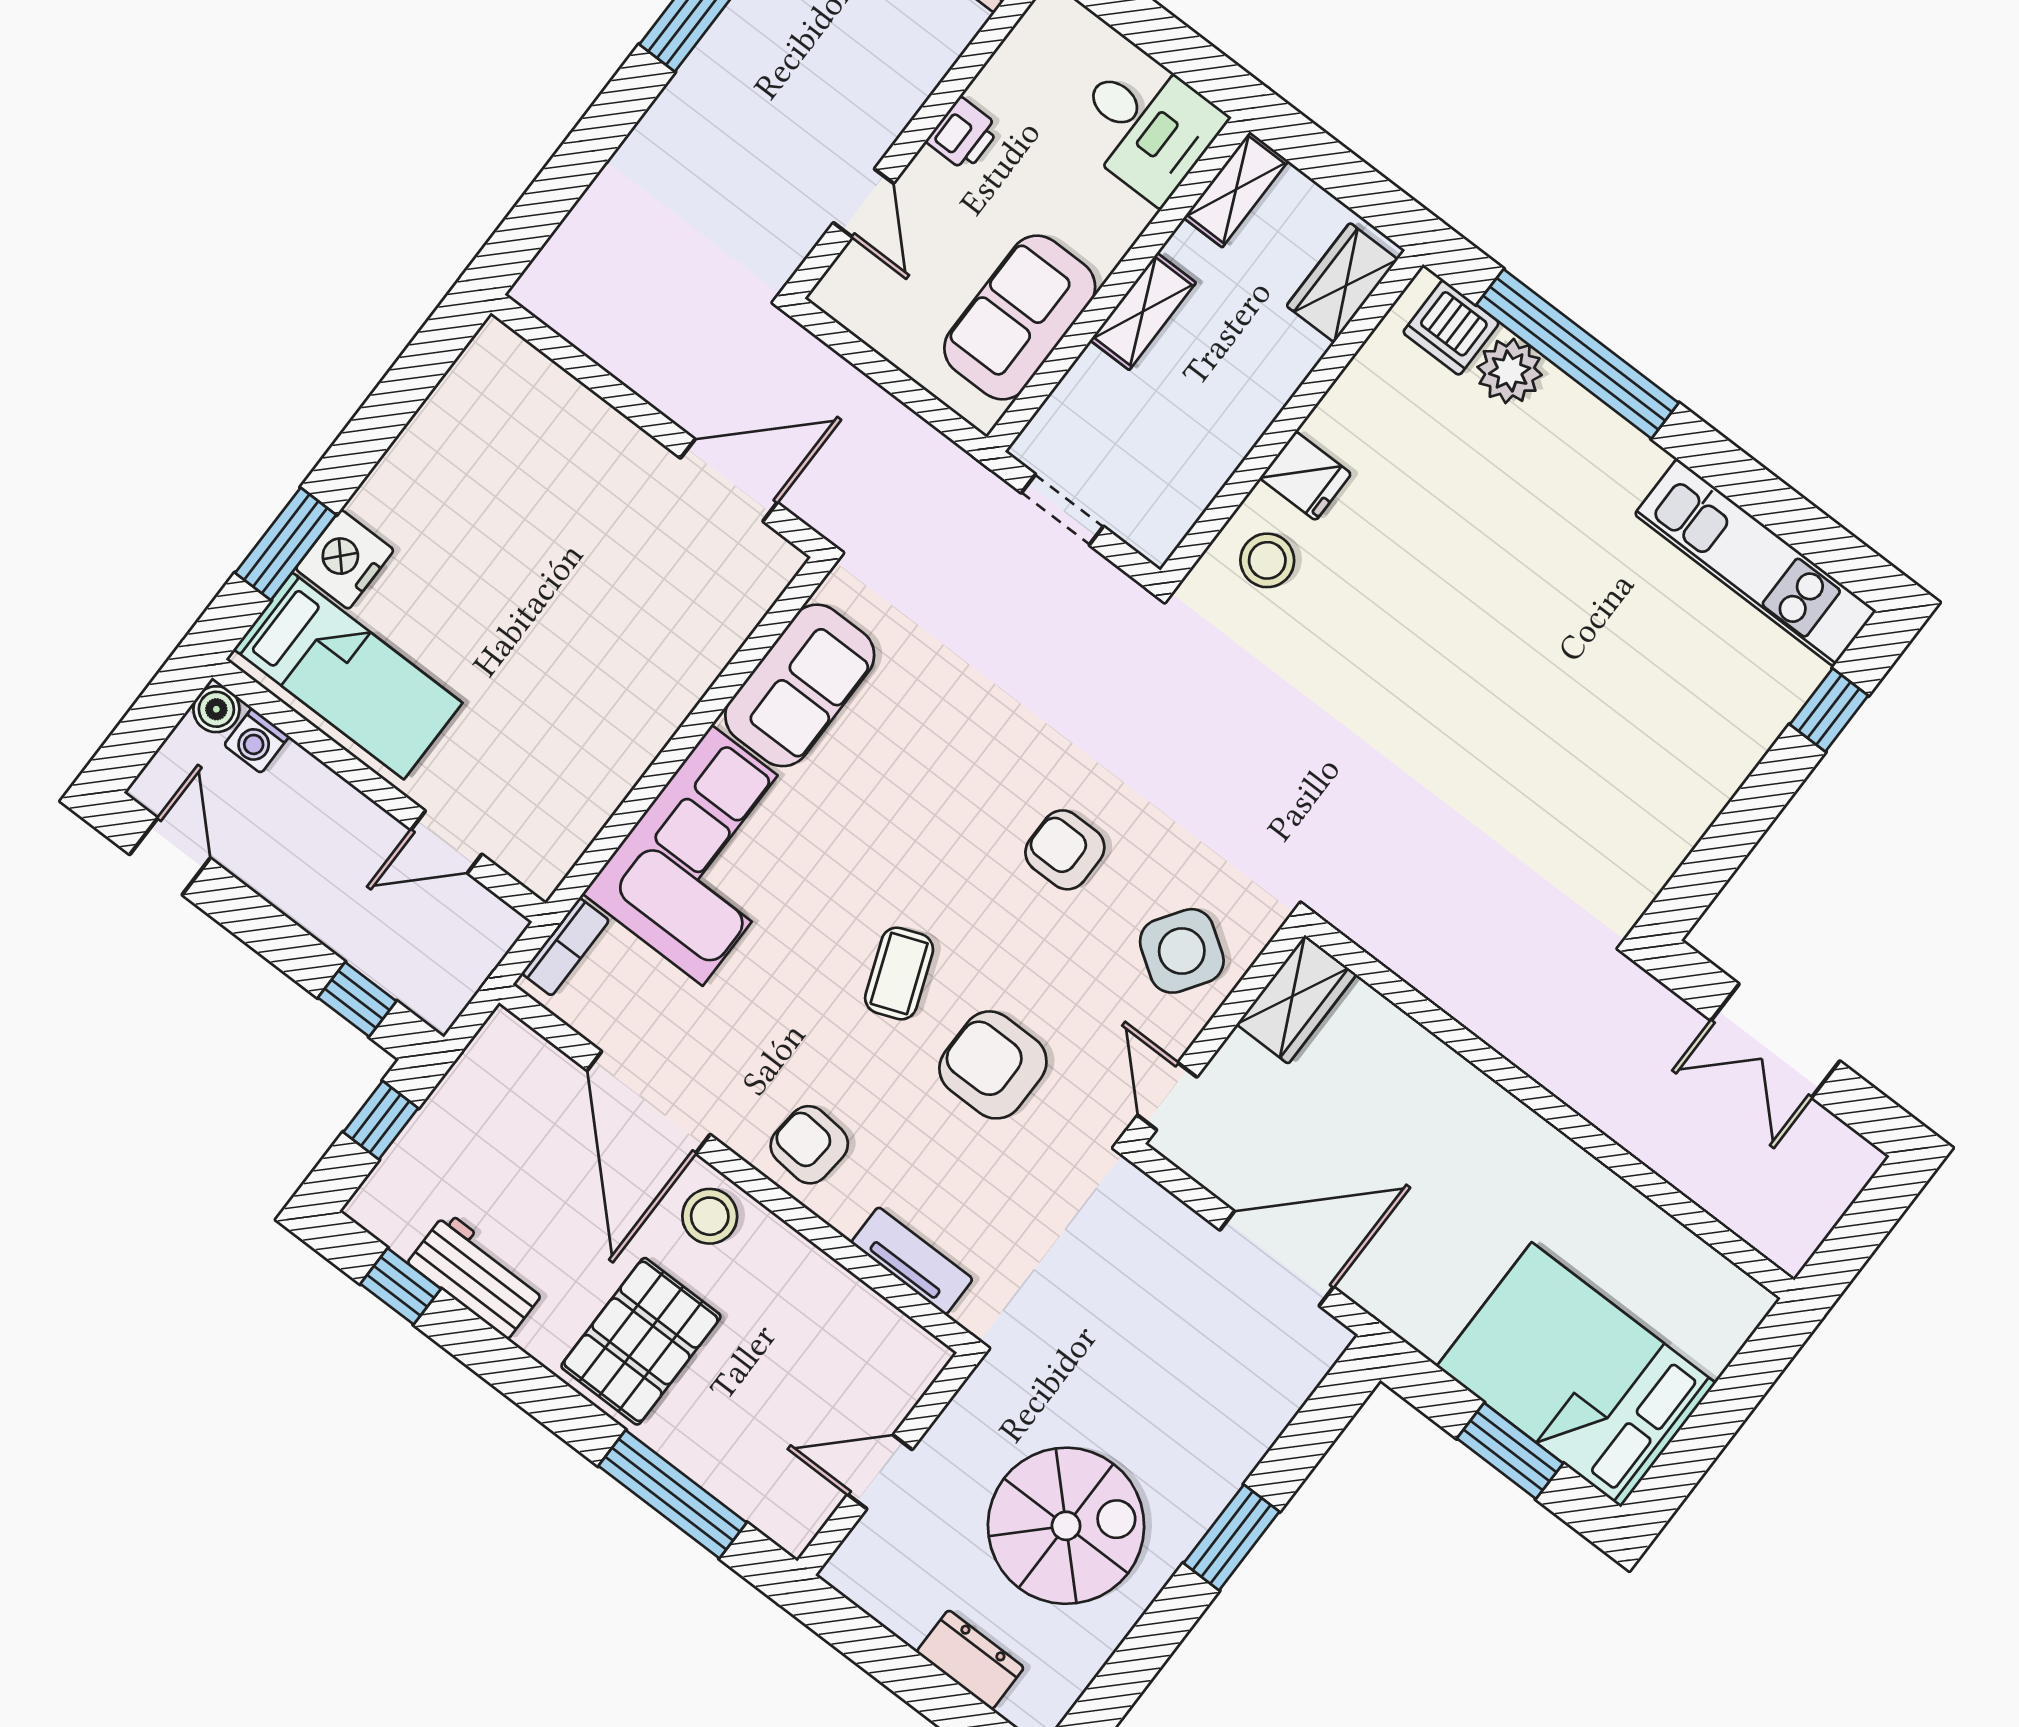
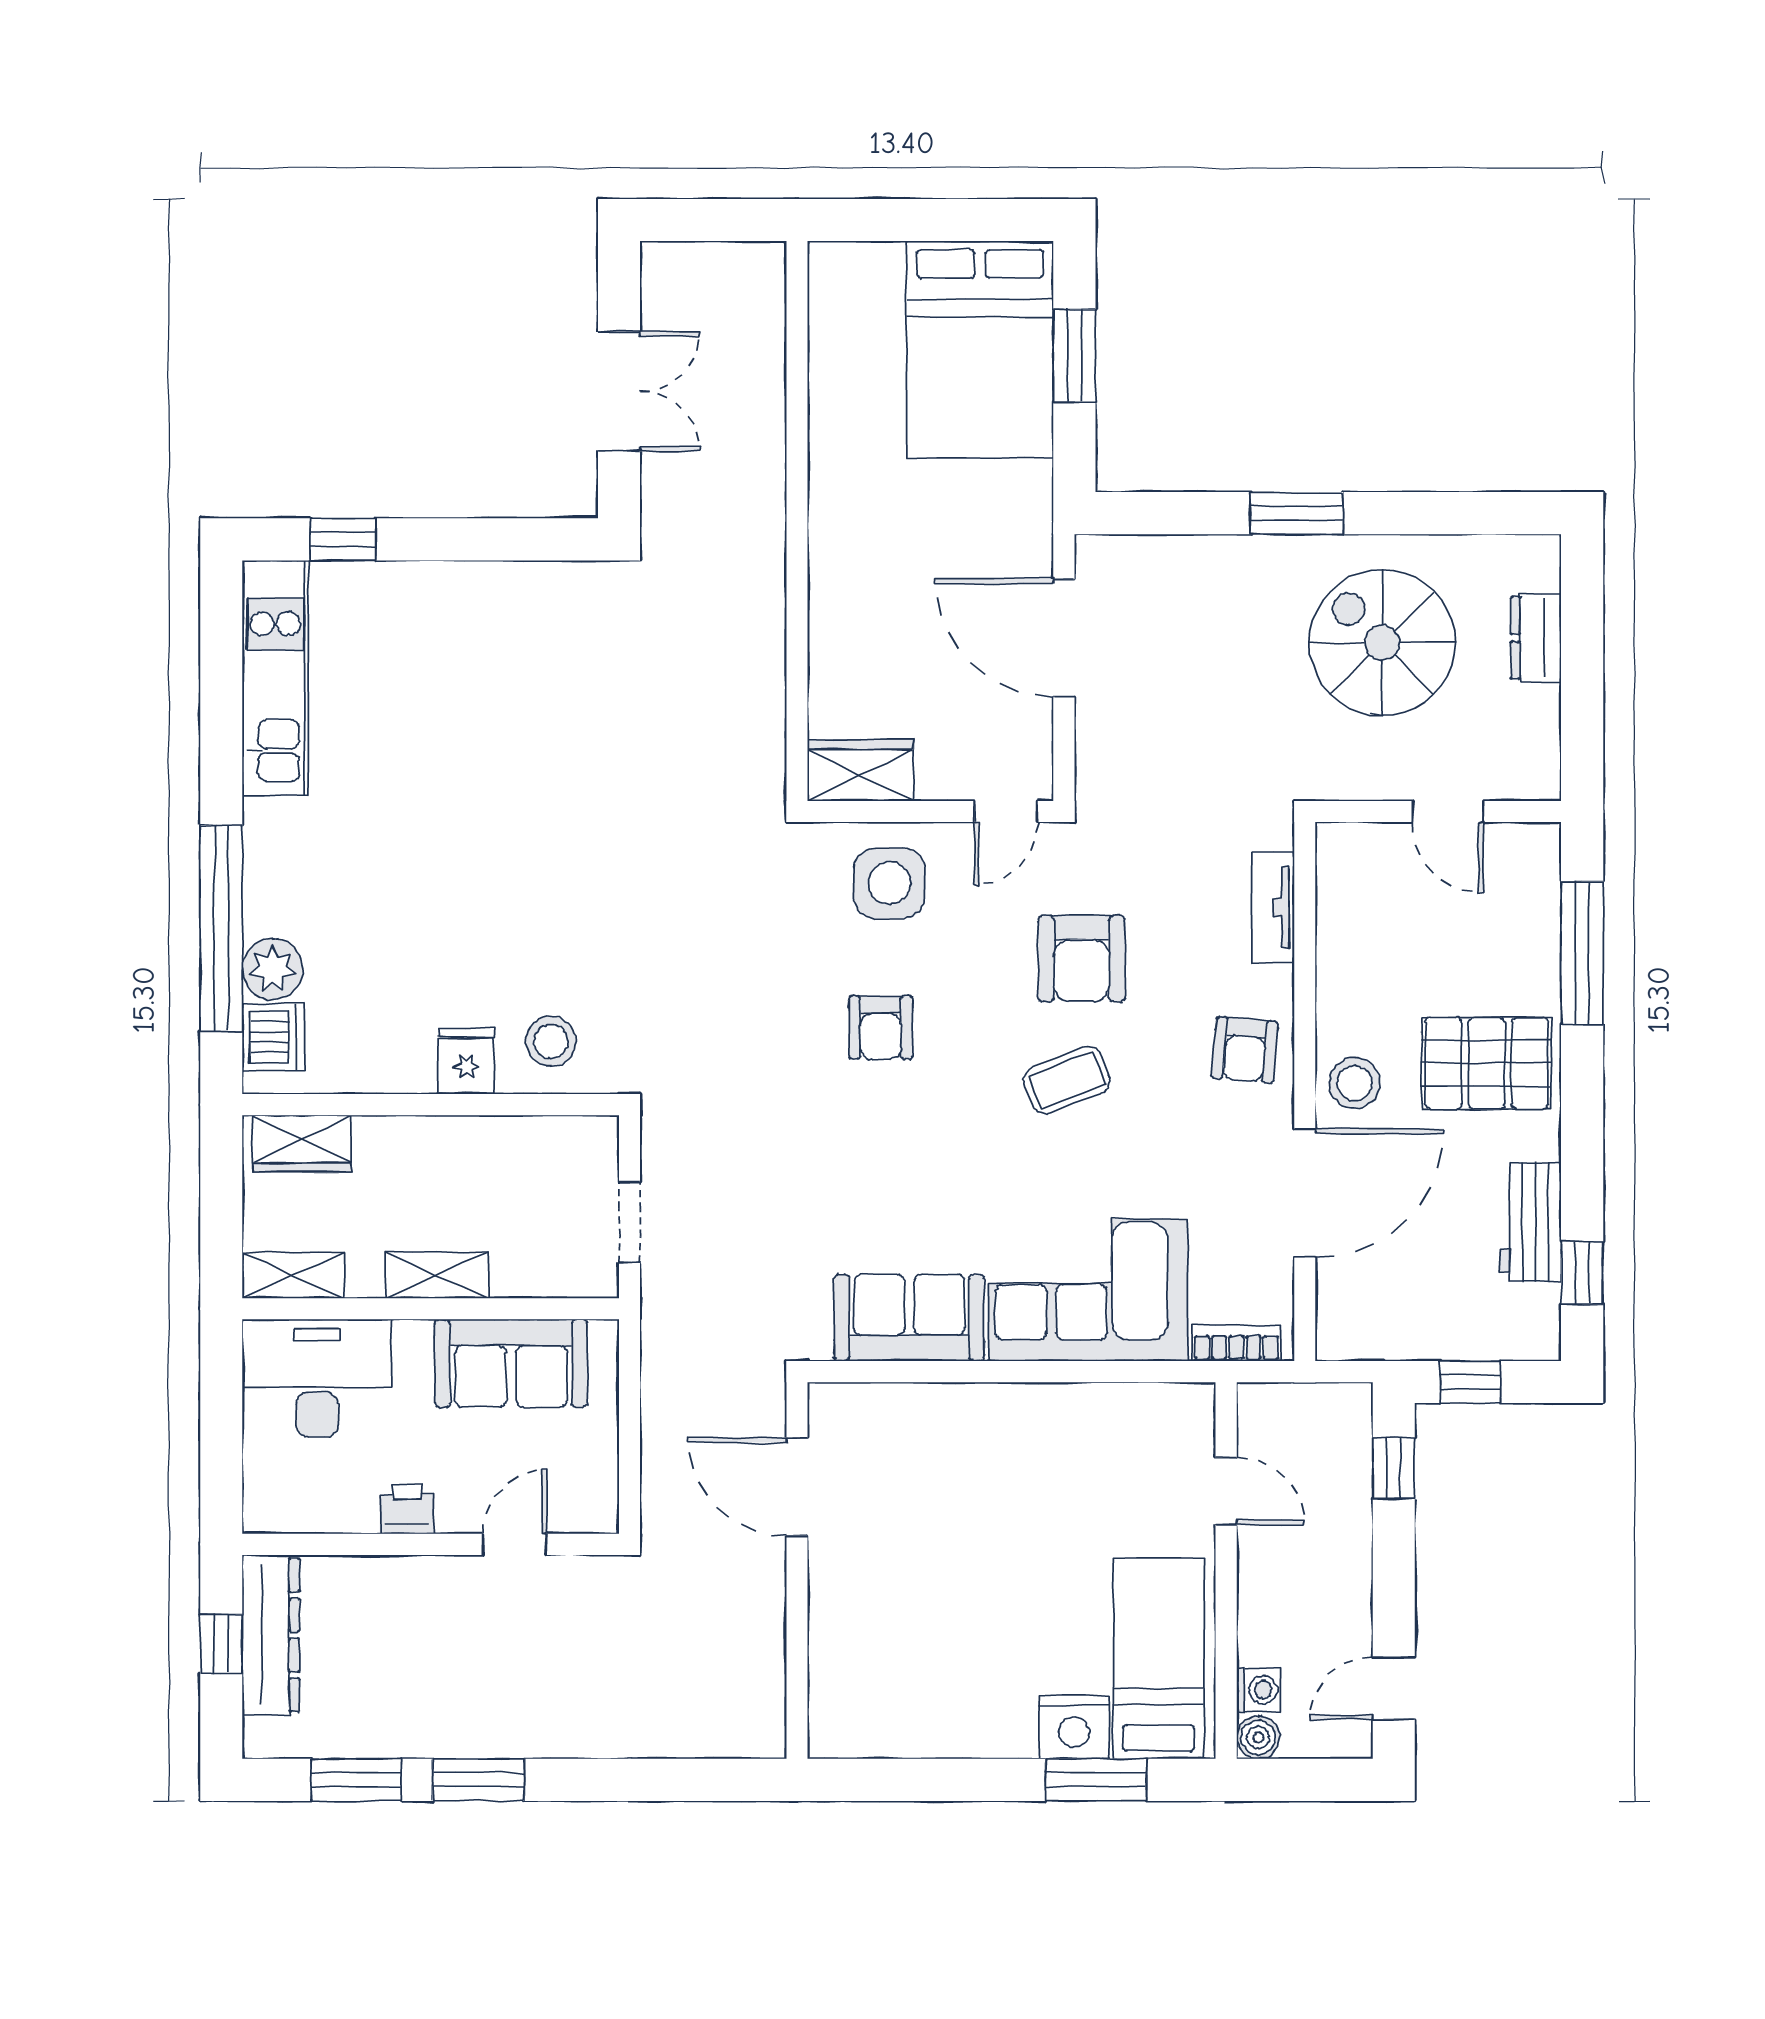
desk: (1146, 126) -> (317, 1378), width x1.37
side table: (1182, 951) -> (889, 883), turned -34

